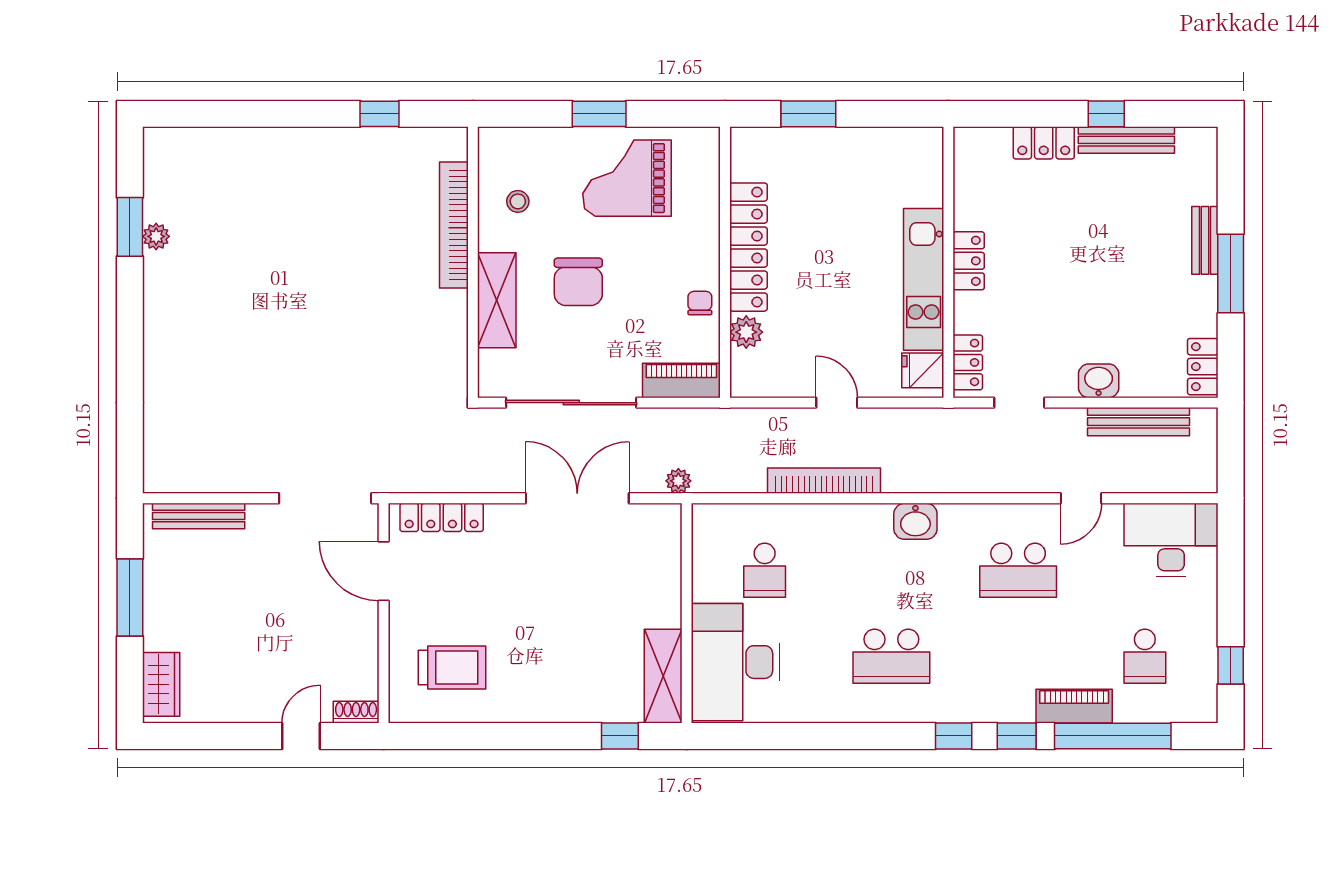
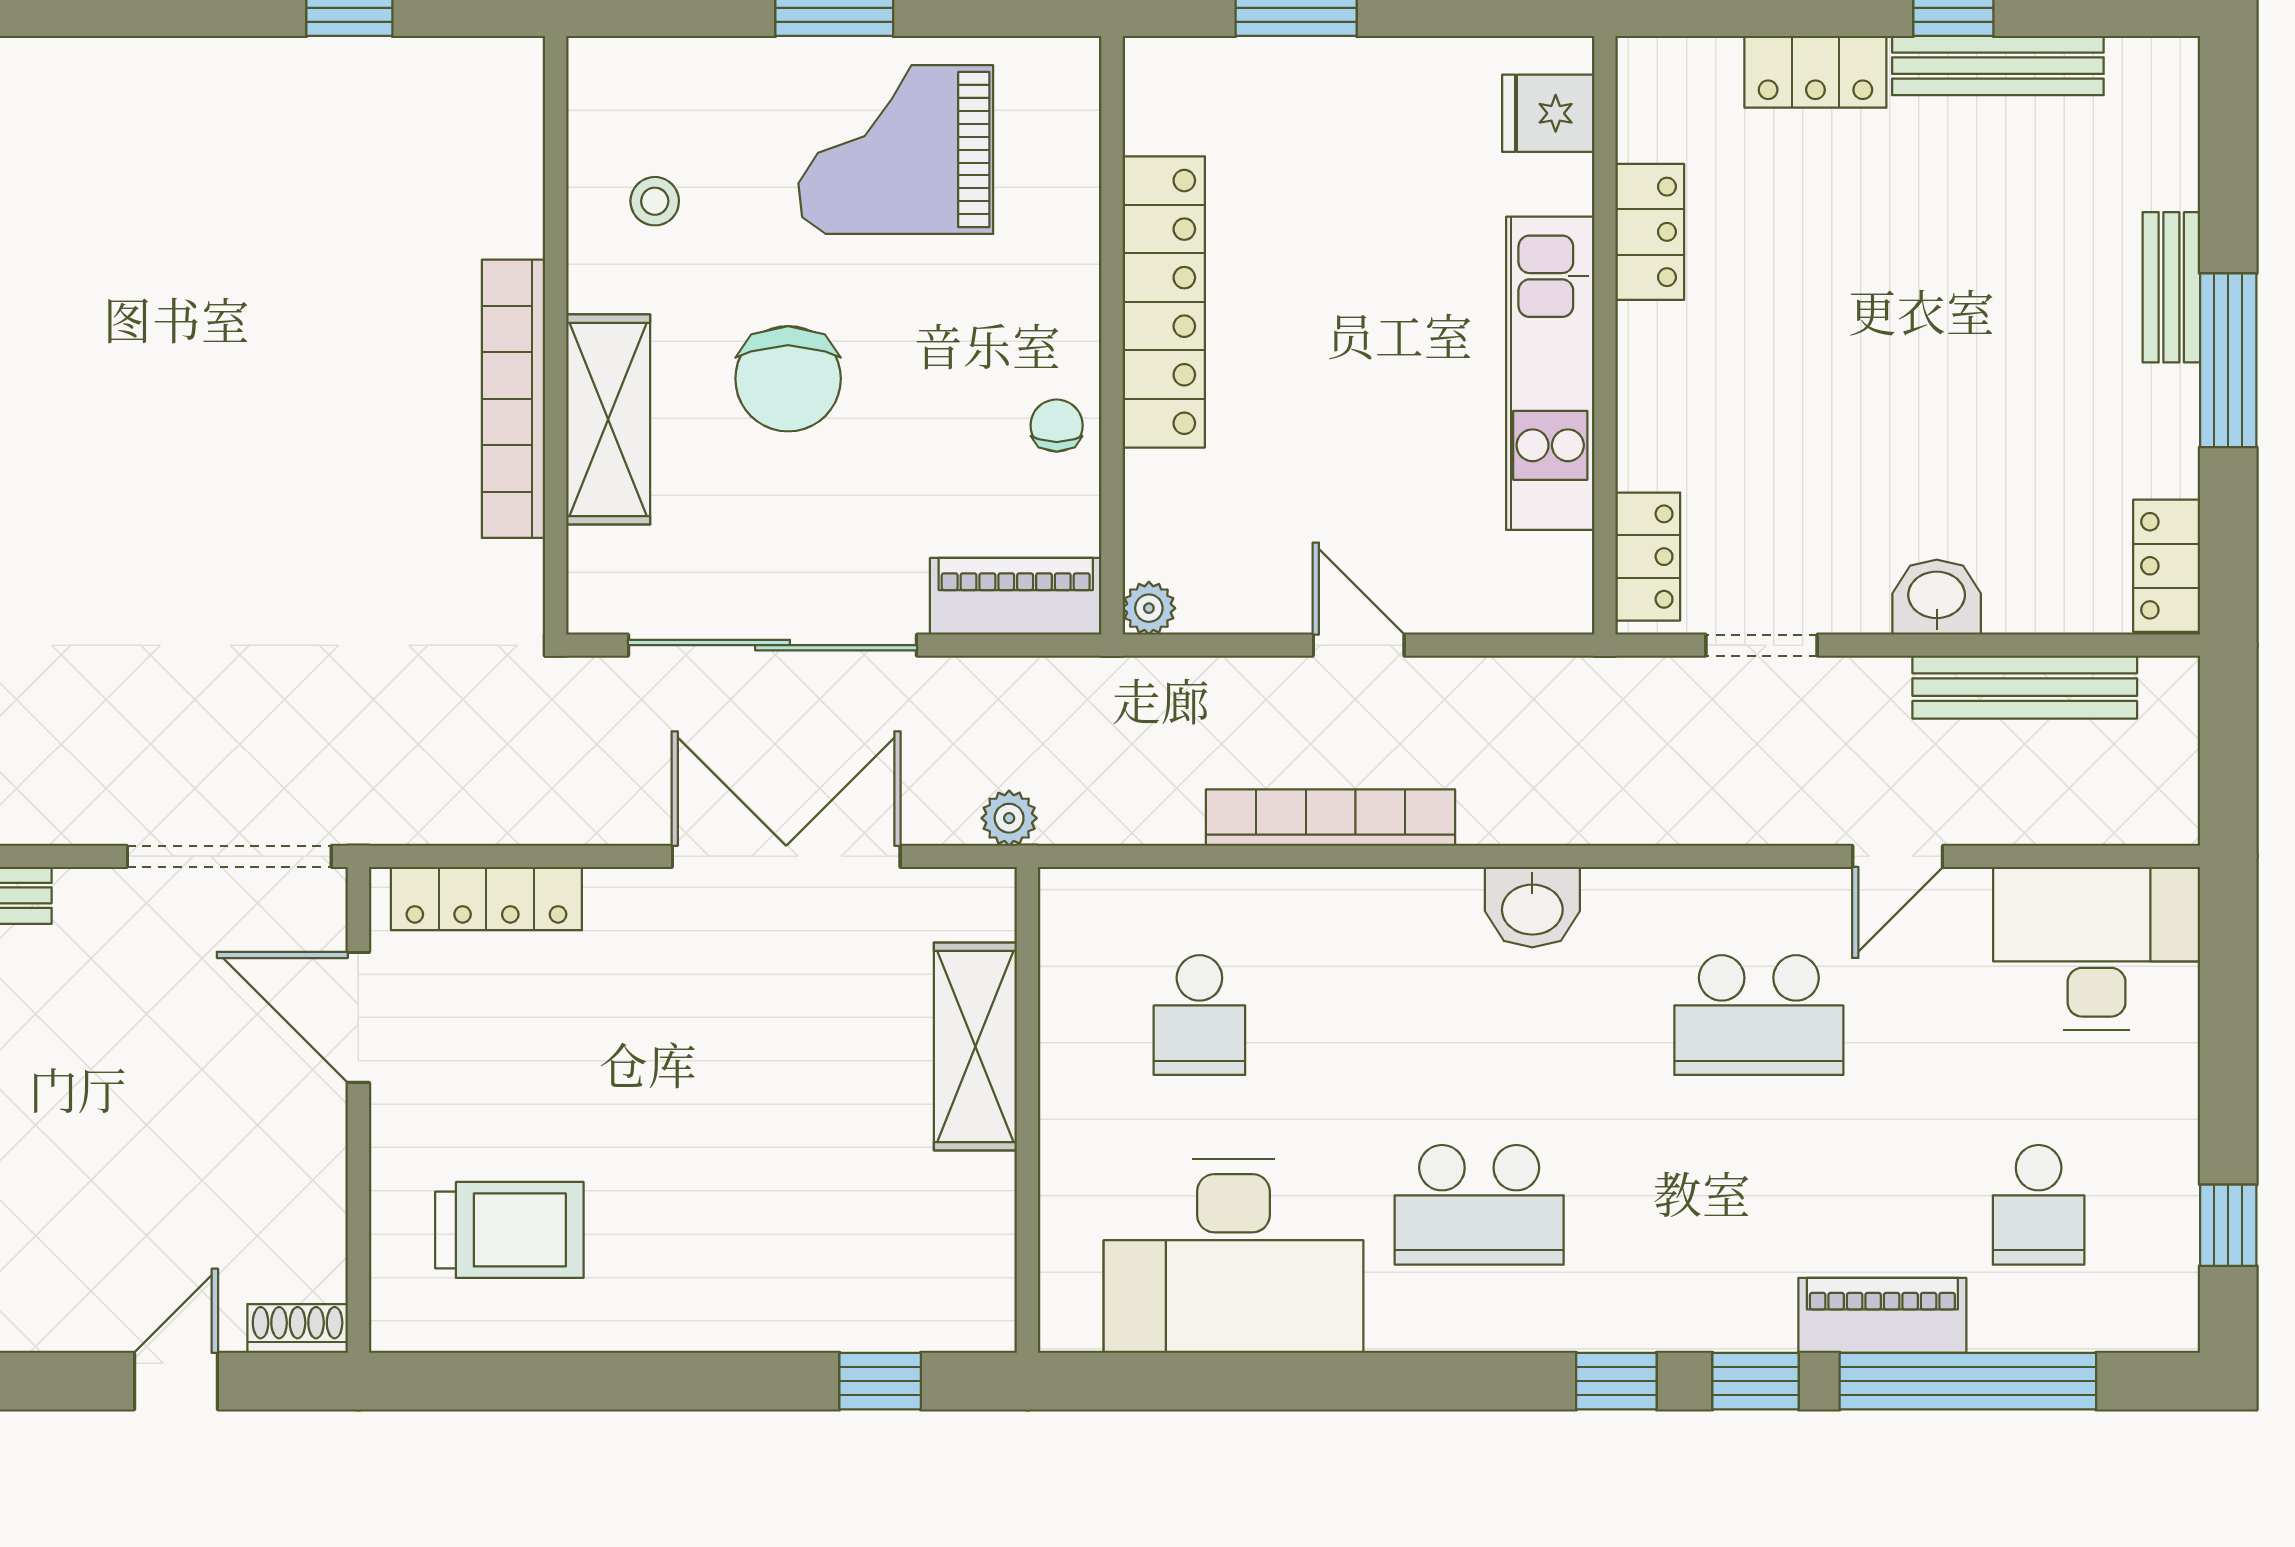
bookcase: (454, 225) -> (513, 399), moved
locker: (969, 261) -> (1650, 232), moved
plant: (746, 332) -> (1149, 608), moved, width x0.73, depth x0.73
fridge: (923, 370) -> (1548, 113), moved
desk: (736, 662) -> (1233, 1256), moved, turned -90
shelving: (663, 676) -> (975, 1046), moved

